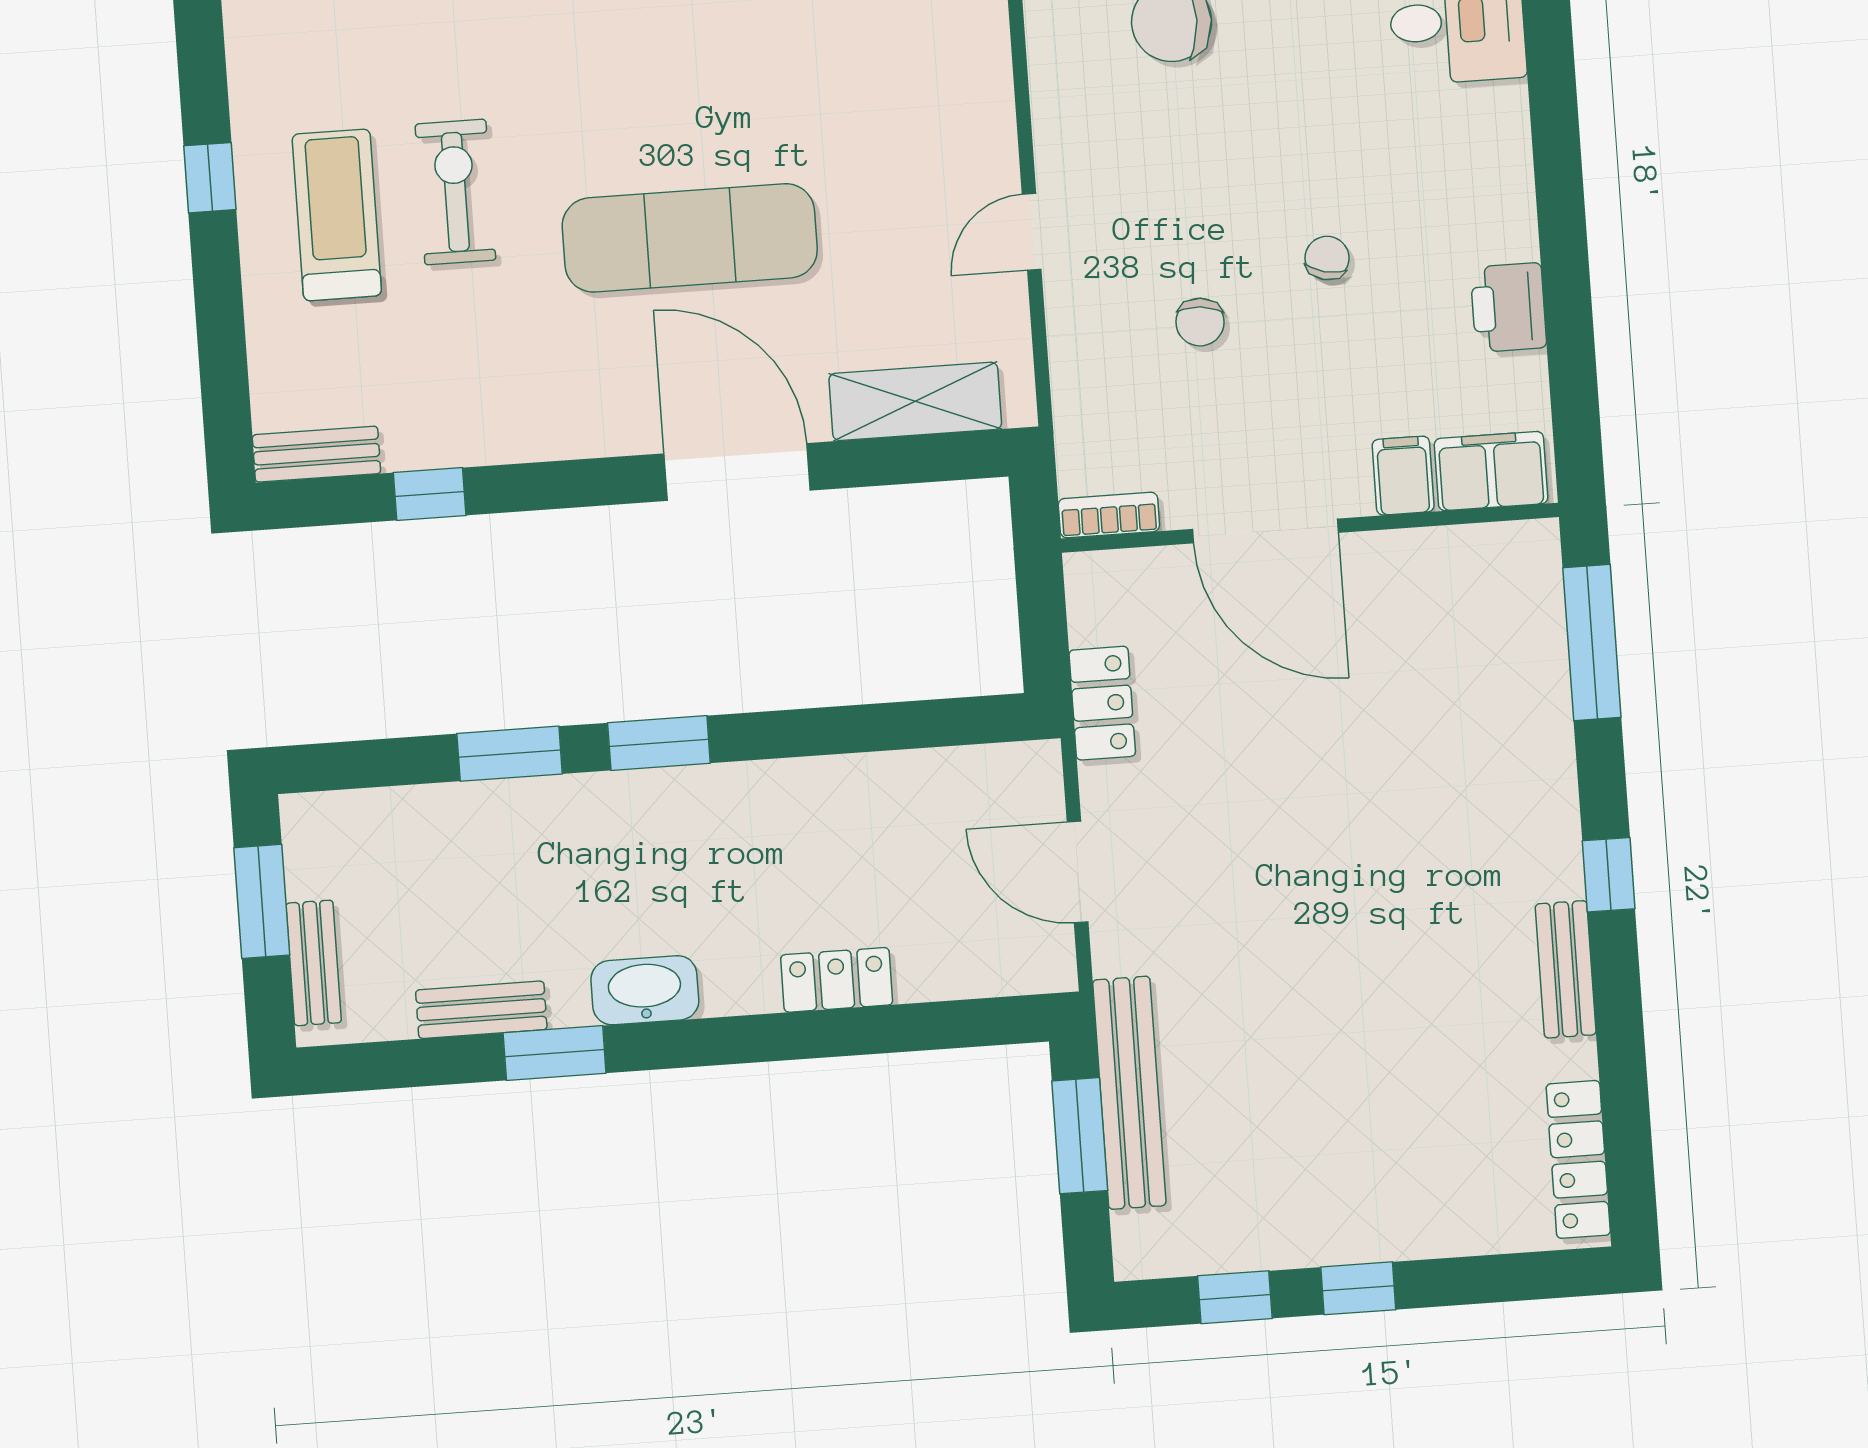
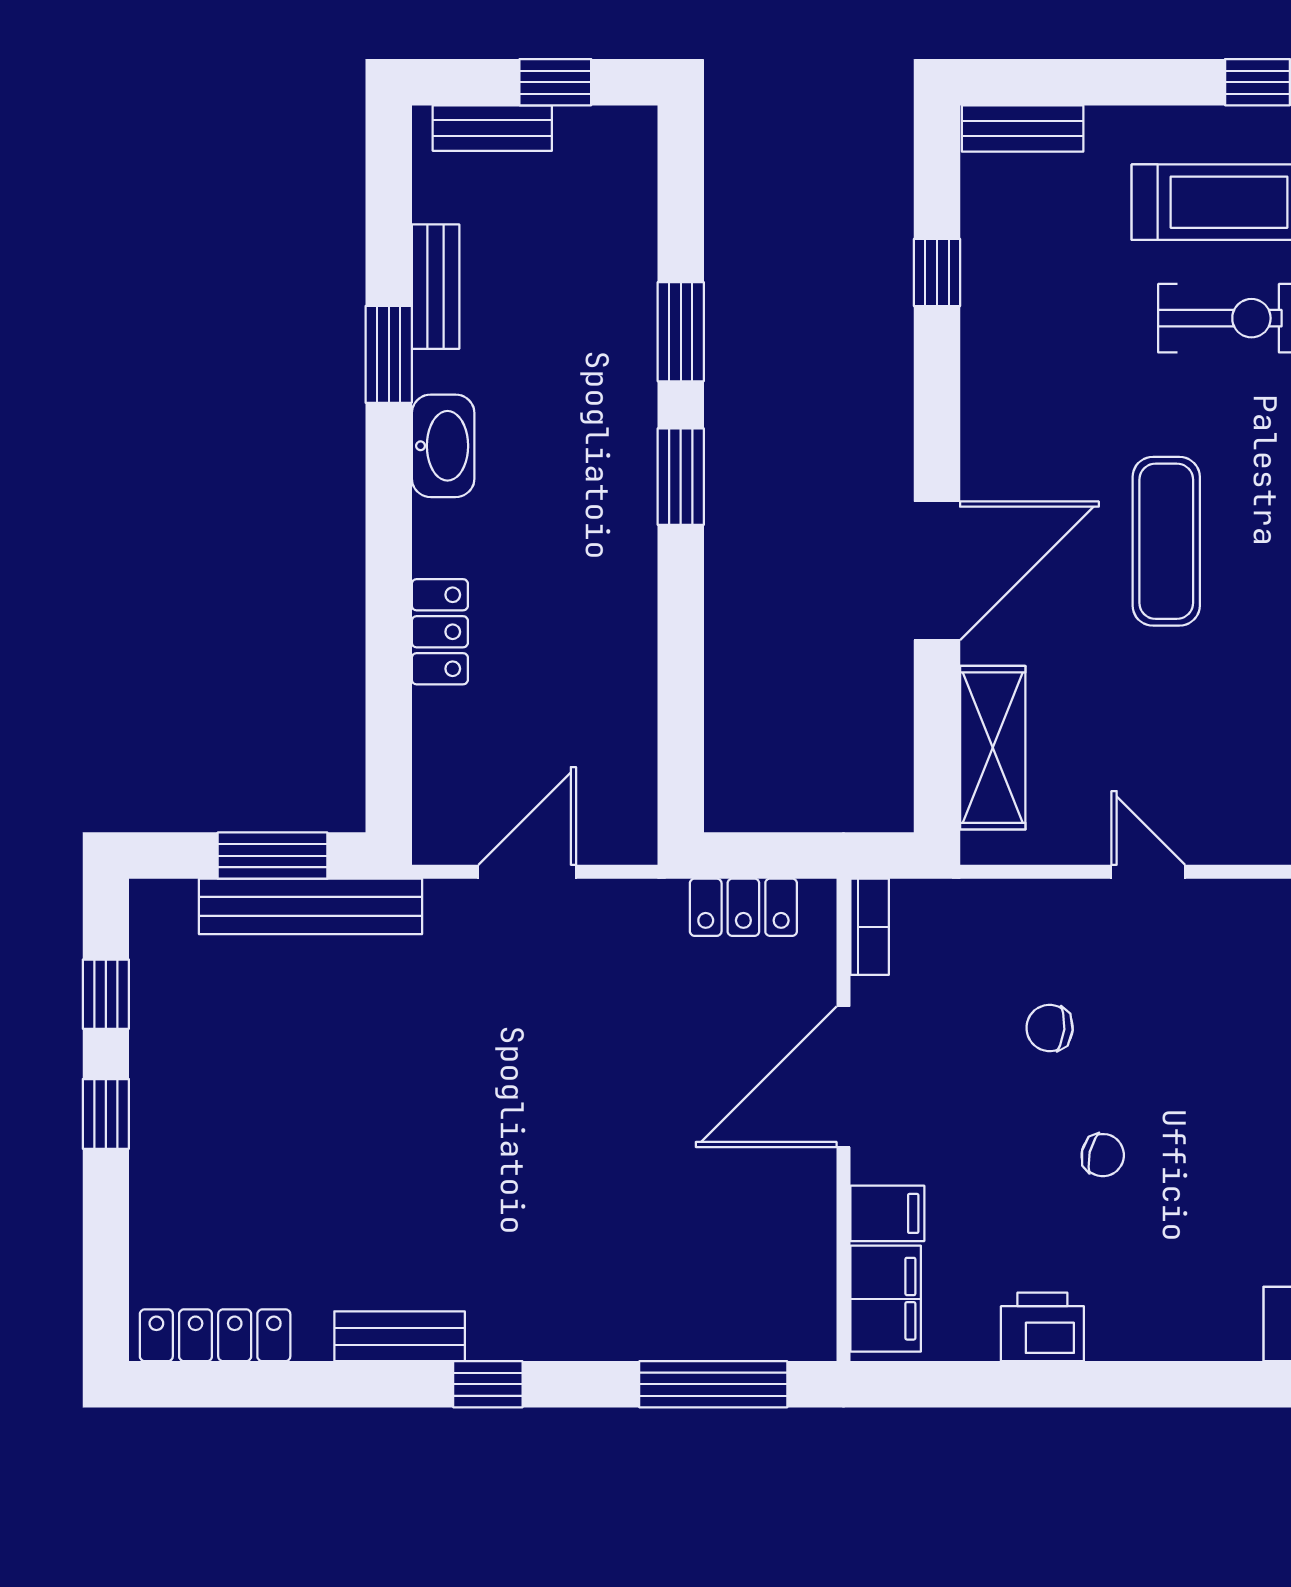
exercise mat: (690, 238) -> (1166, 541), width x0.73, depth x0.69
bench: (316, 454) -> (1023, 128), moved, turned 90
locker: (1102, 703) -> (743, 907), moved
window: (262, 901) -> (555, 82), width x0.67

